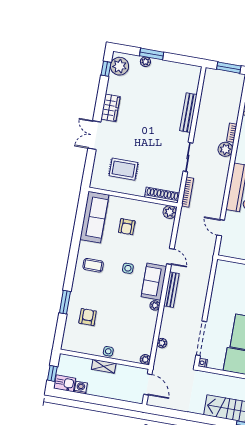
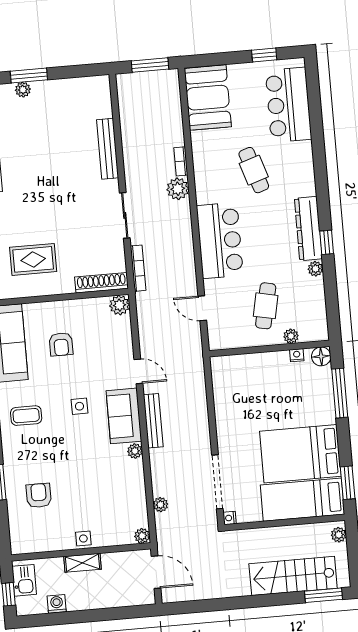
kitchen sink: (65, 383) -> (24, 580), moved, turned 90

